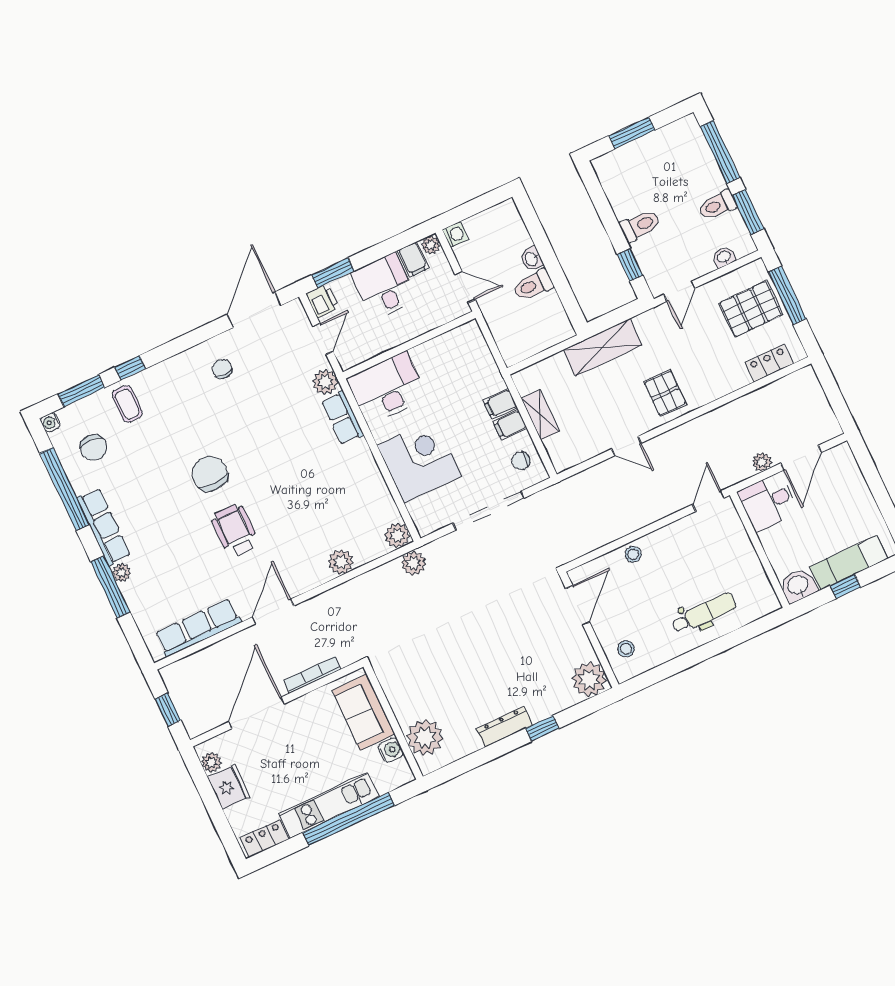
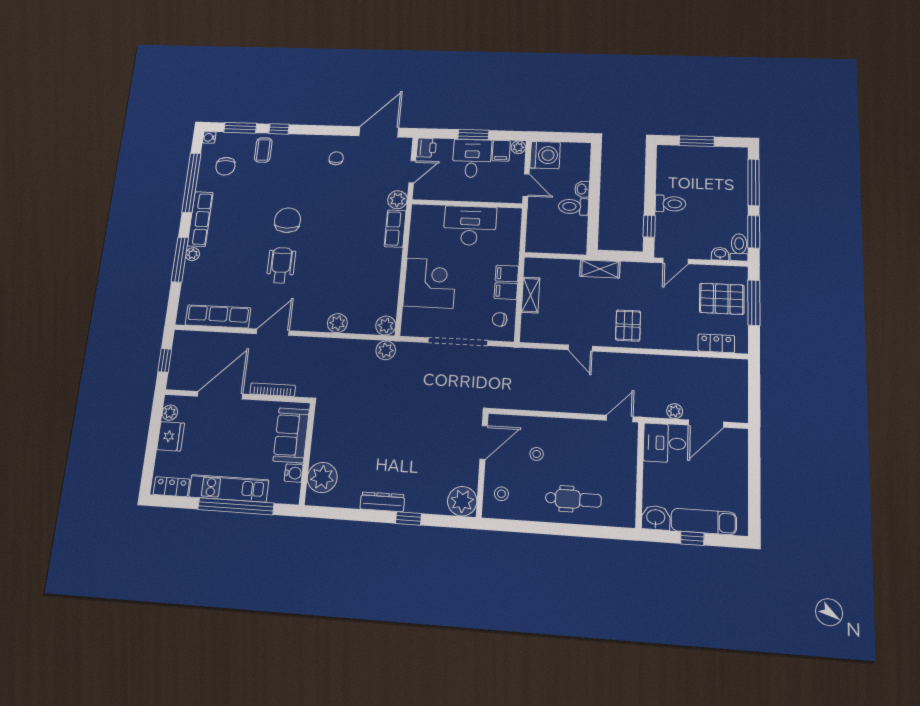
toilet: (717, 205) -> (739, 247), moved, turned 90
washing machine: (455, 234) -> (545, 155), width x1.89, depth x1.89
window: (333, 273) -> (473, 135), moved
shelving: (603, 347) -> (600, 269), width x0.67, depth x0.75
desk: (387, 388) -> (470, 226), moved
stool: (633, 554) -> (537, 454), moved

